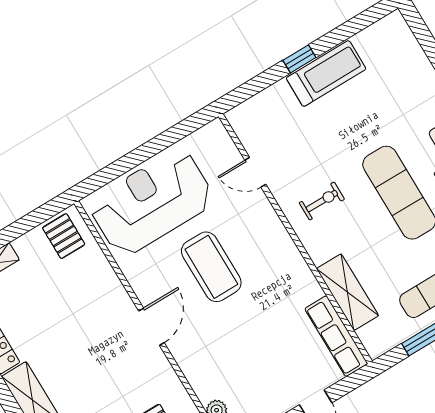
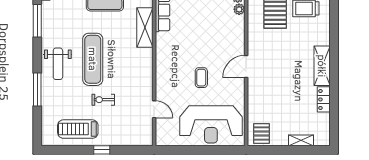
treadmill: (326, 73) -> (78, 129), moved
exercise bike: (322, 201) -> (103, 100), moved
coffee table: (211, 267) -> (201, 78), width x0.54, depth x0.58

